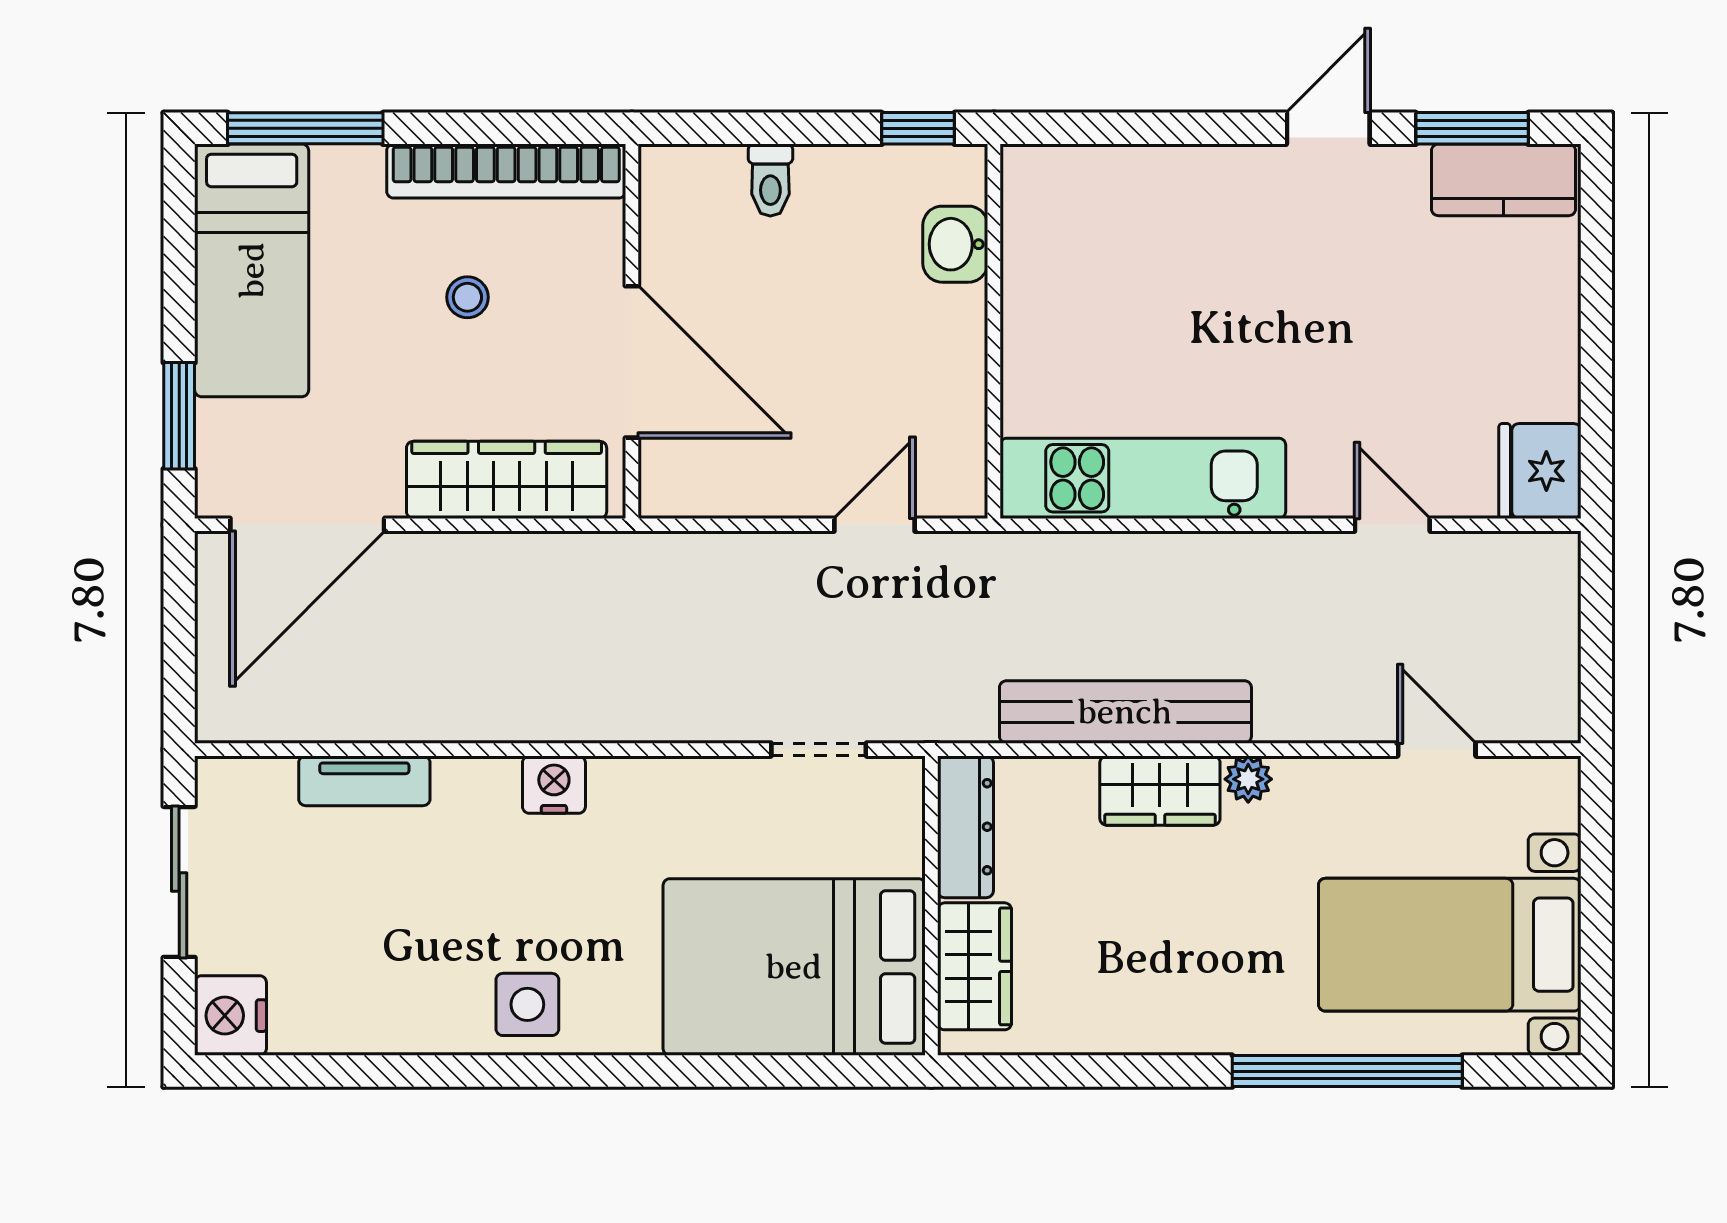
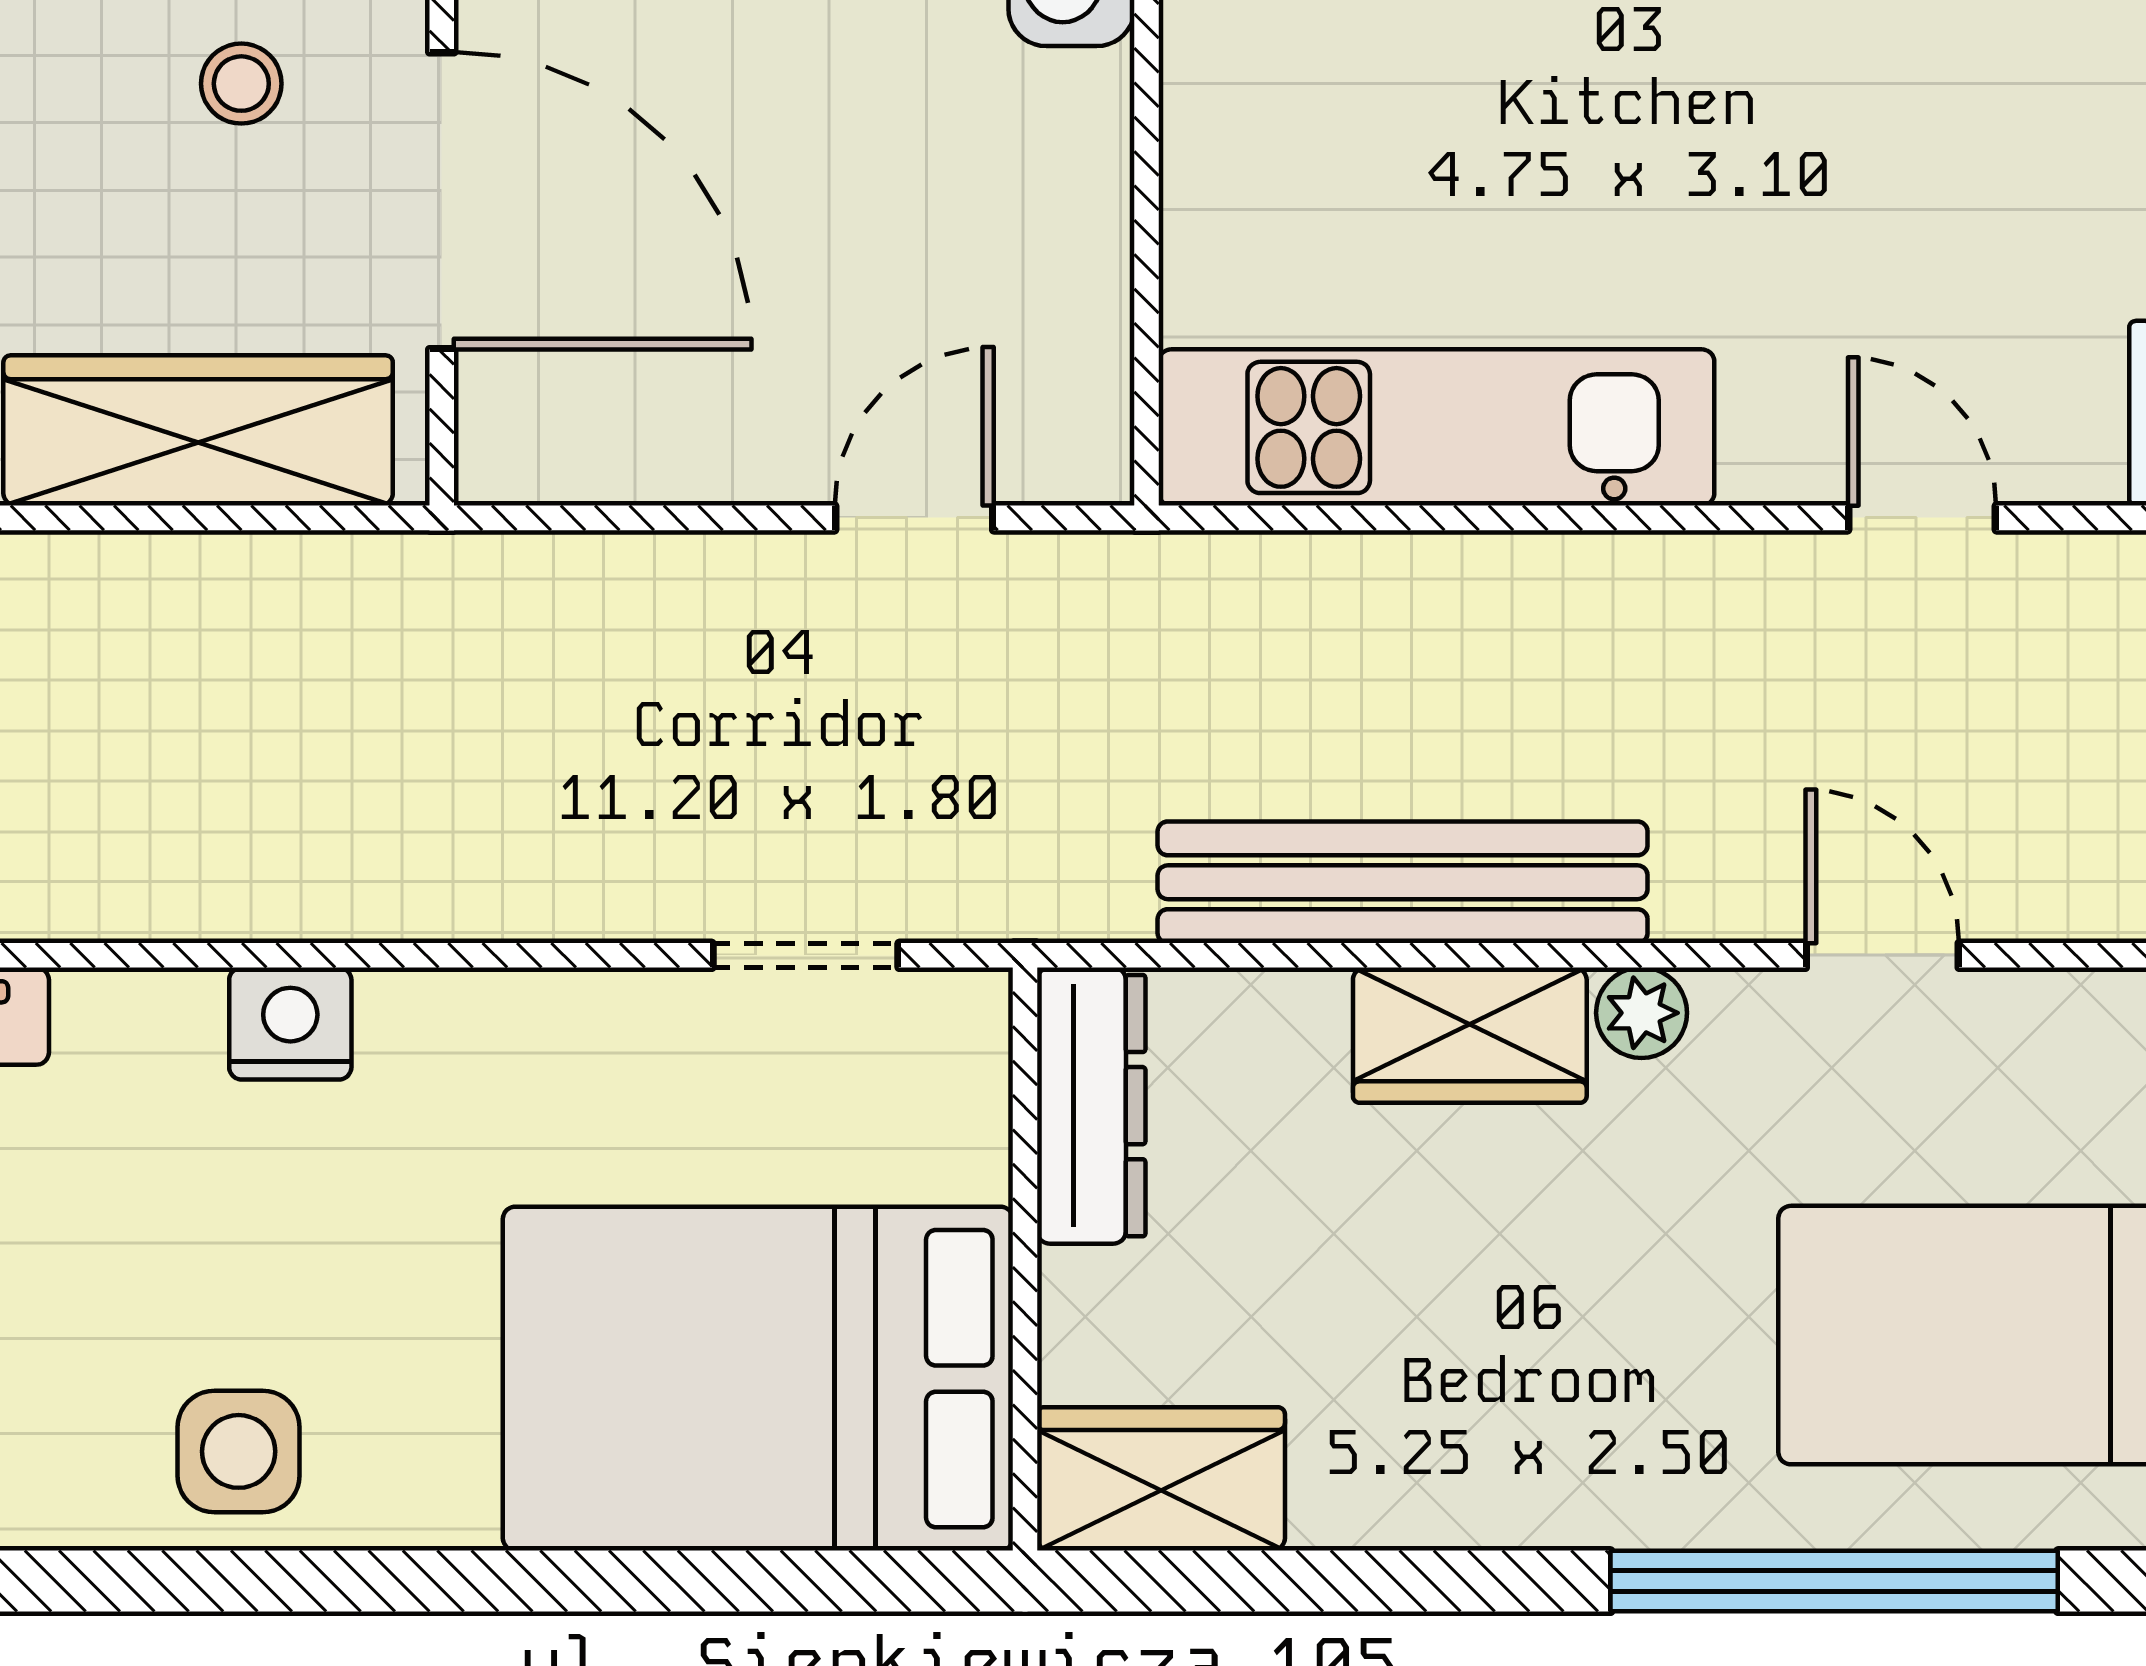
stool: (467, 297) -> (241, 84), moved
door: (1437, 750) -> (1882, 955), moved
wardrobe: (975, 966) -> (1161, 1479), moved, turned -90

